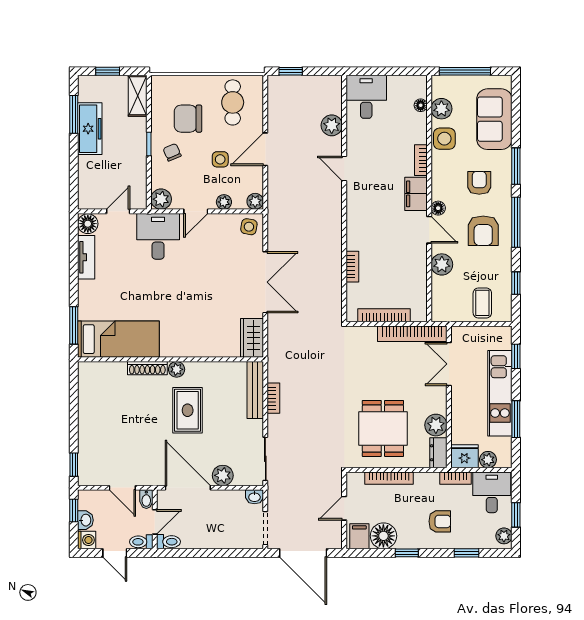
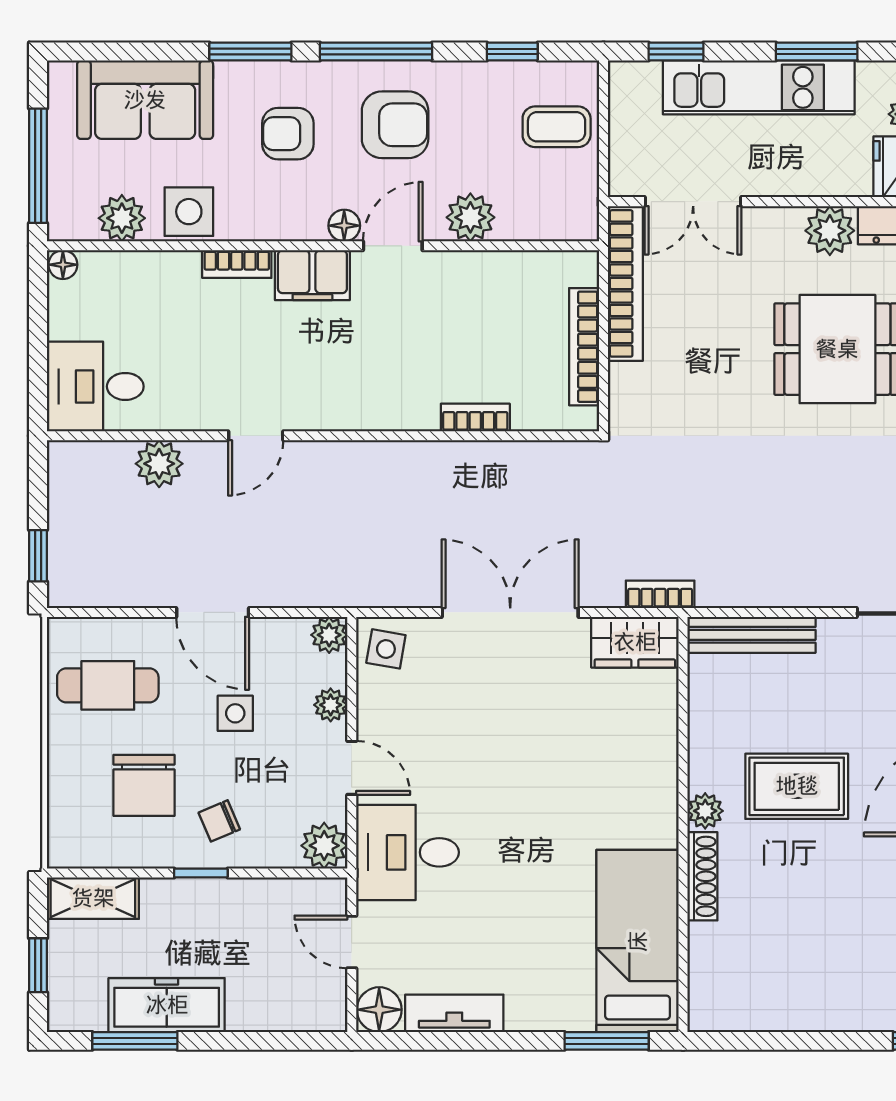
floor lamp: (421, 105) -> (63, 265), moved
bookcase: (273, 398) -> (660, 594), moved

